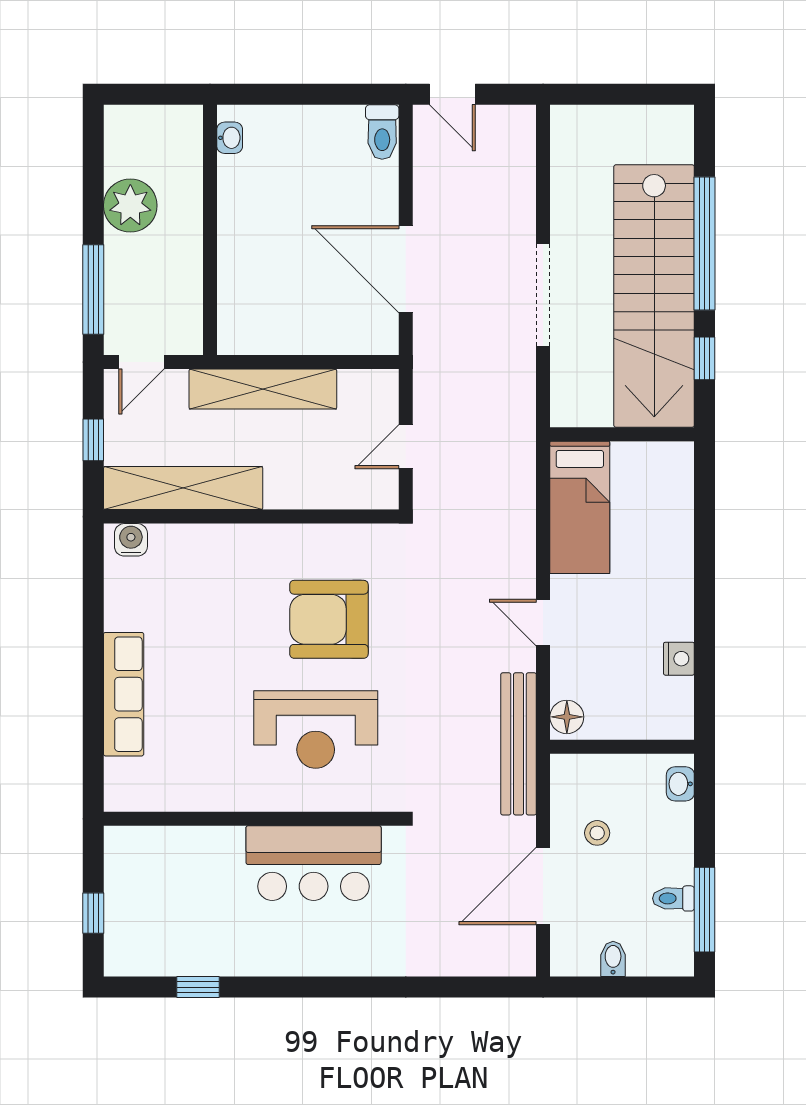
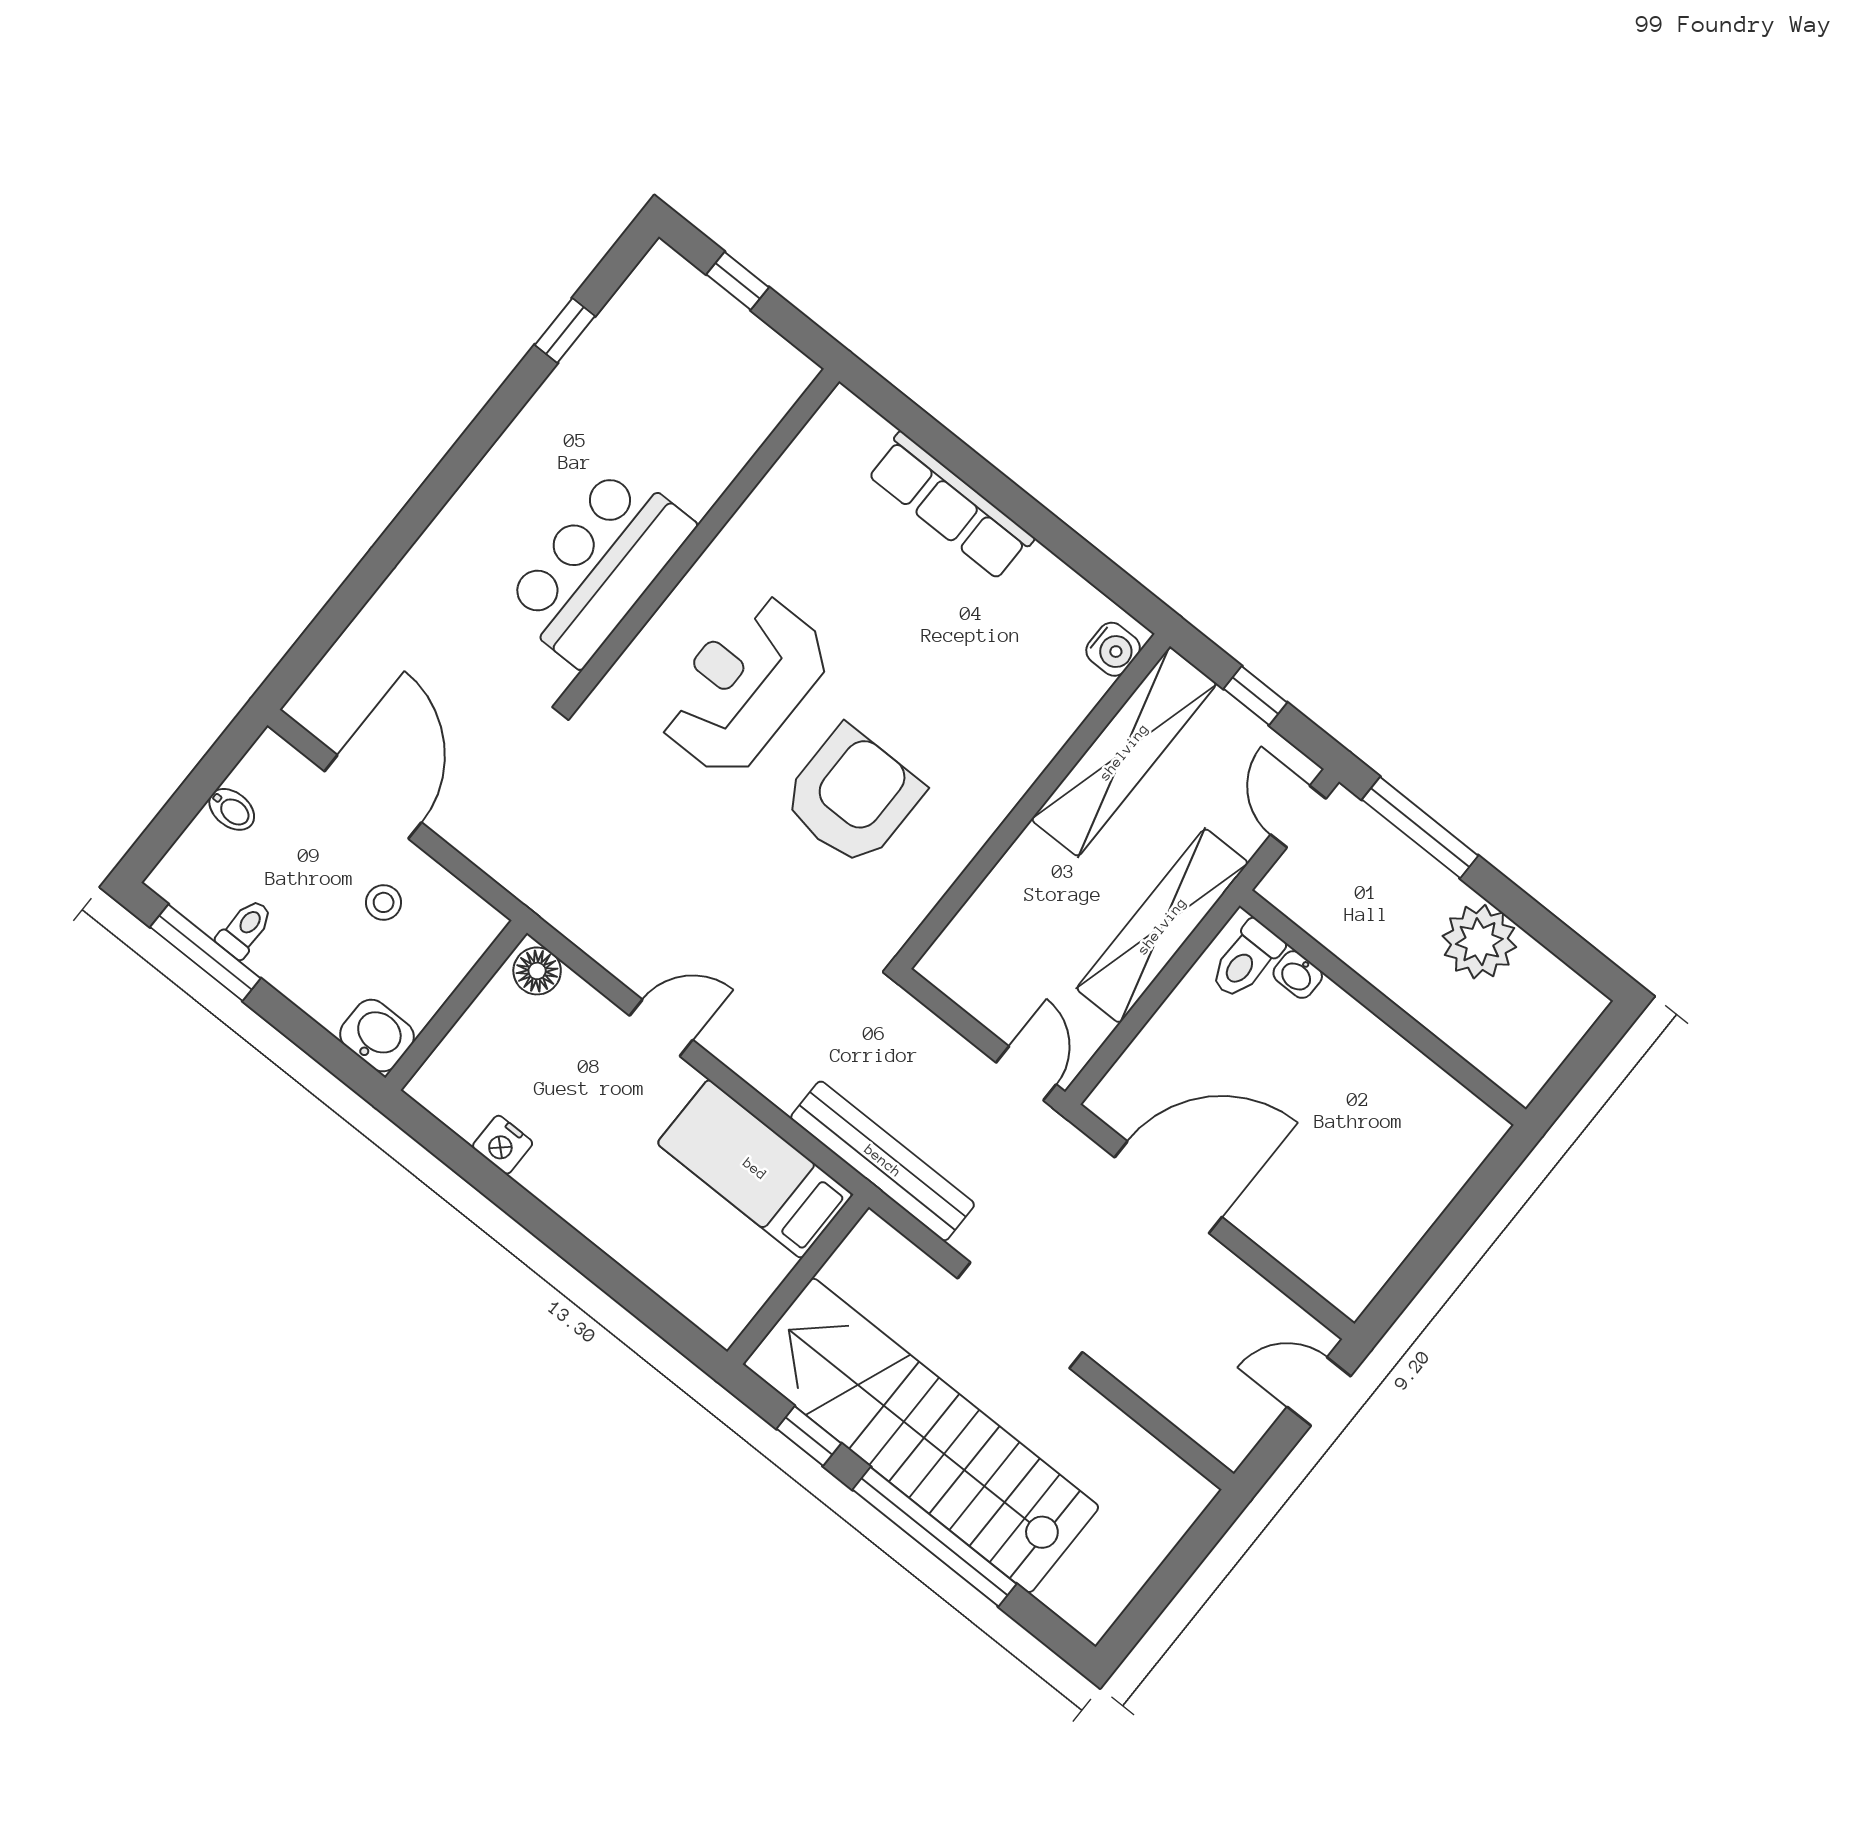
toilet: (382, 132) -> (1246, 960), moved, turned -90
washbasin: (230, 138) -> (1298, 975), moved
door: (406, 447) -> (1026, 1073), moved
bench: (519, 744) -> (883, 1161), moved
washbasin: (680, 784) -> (377, 1035), width x1.38, depth x1.45

